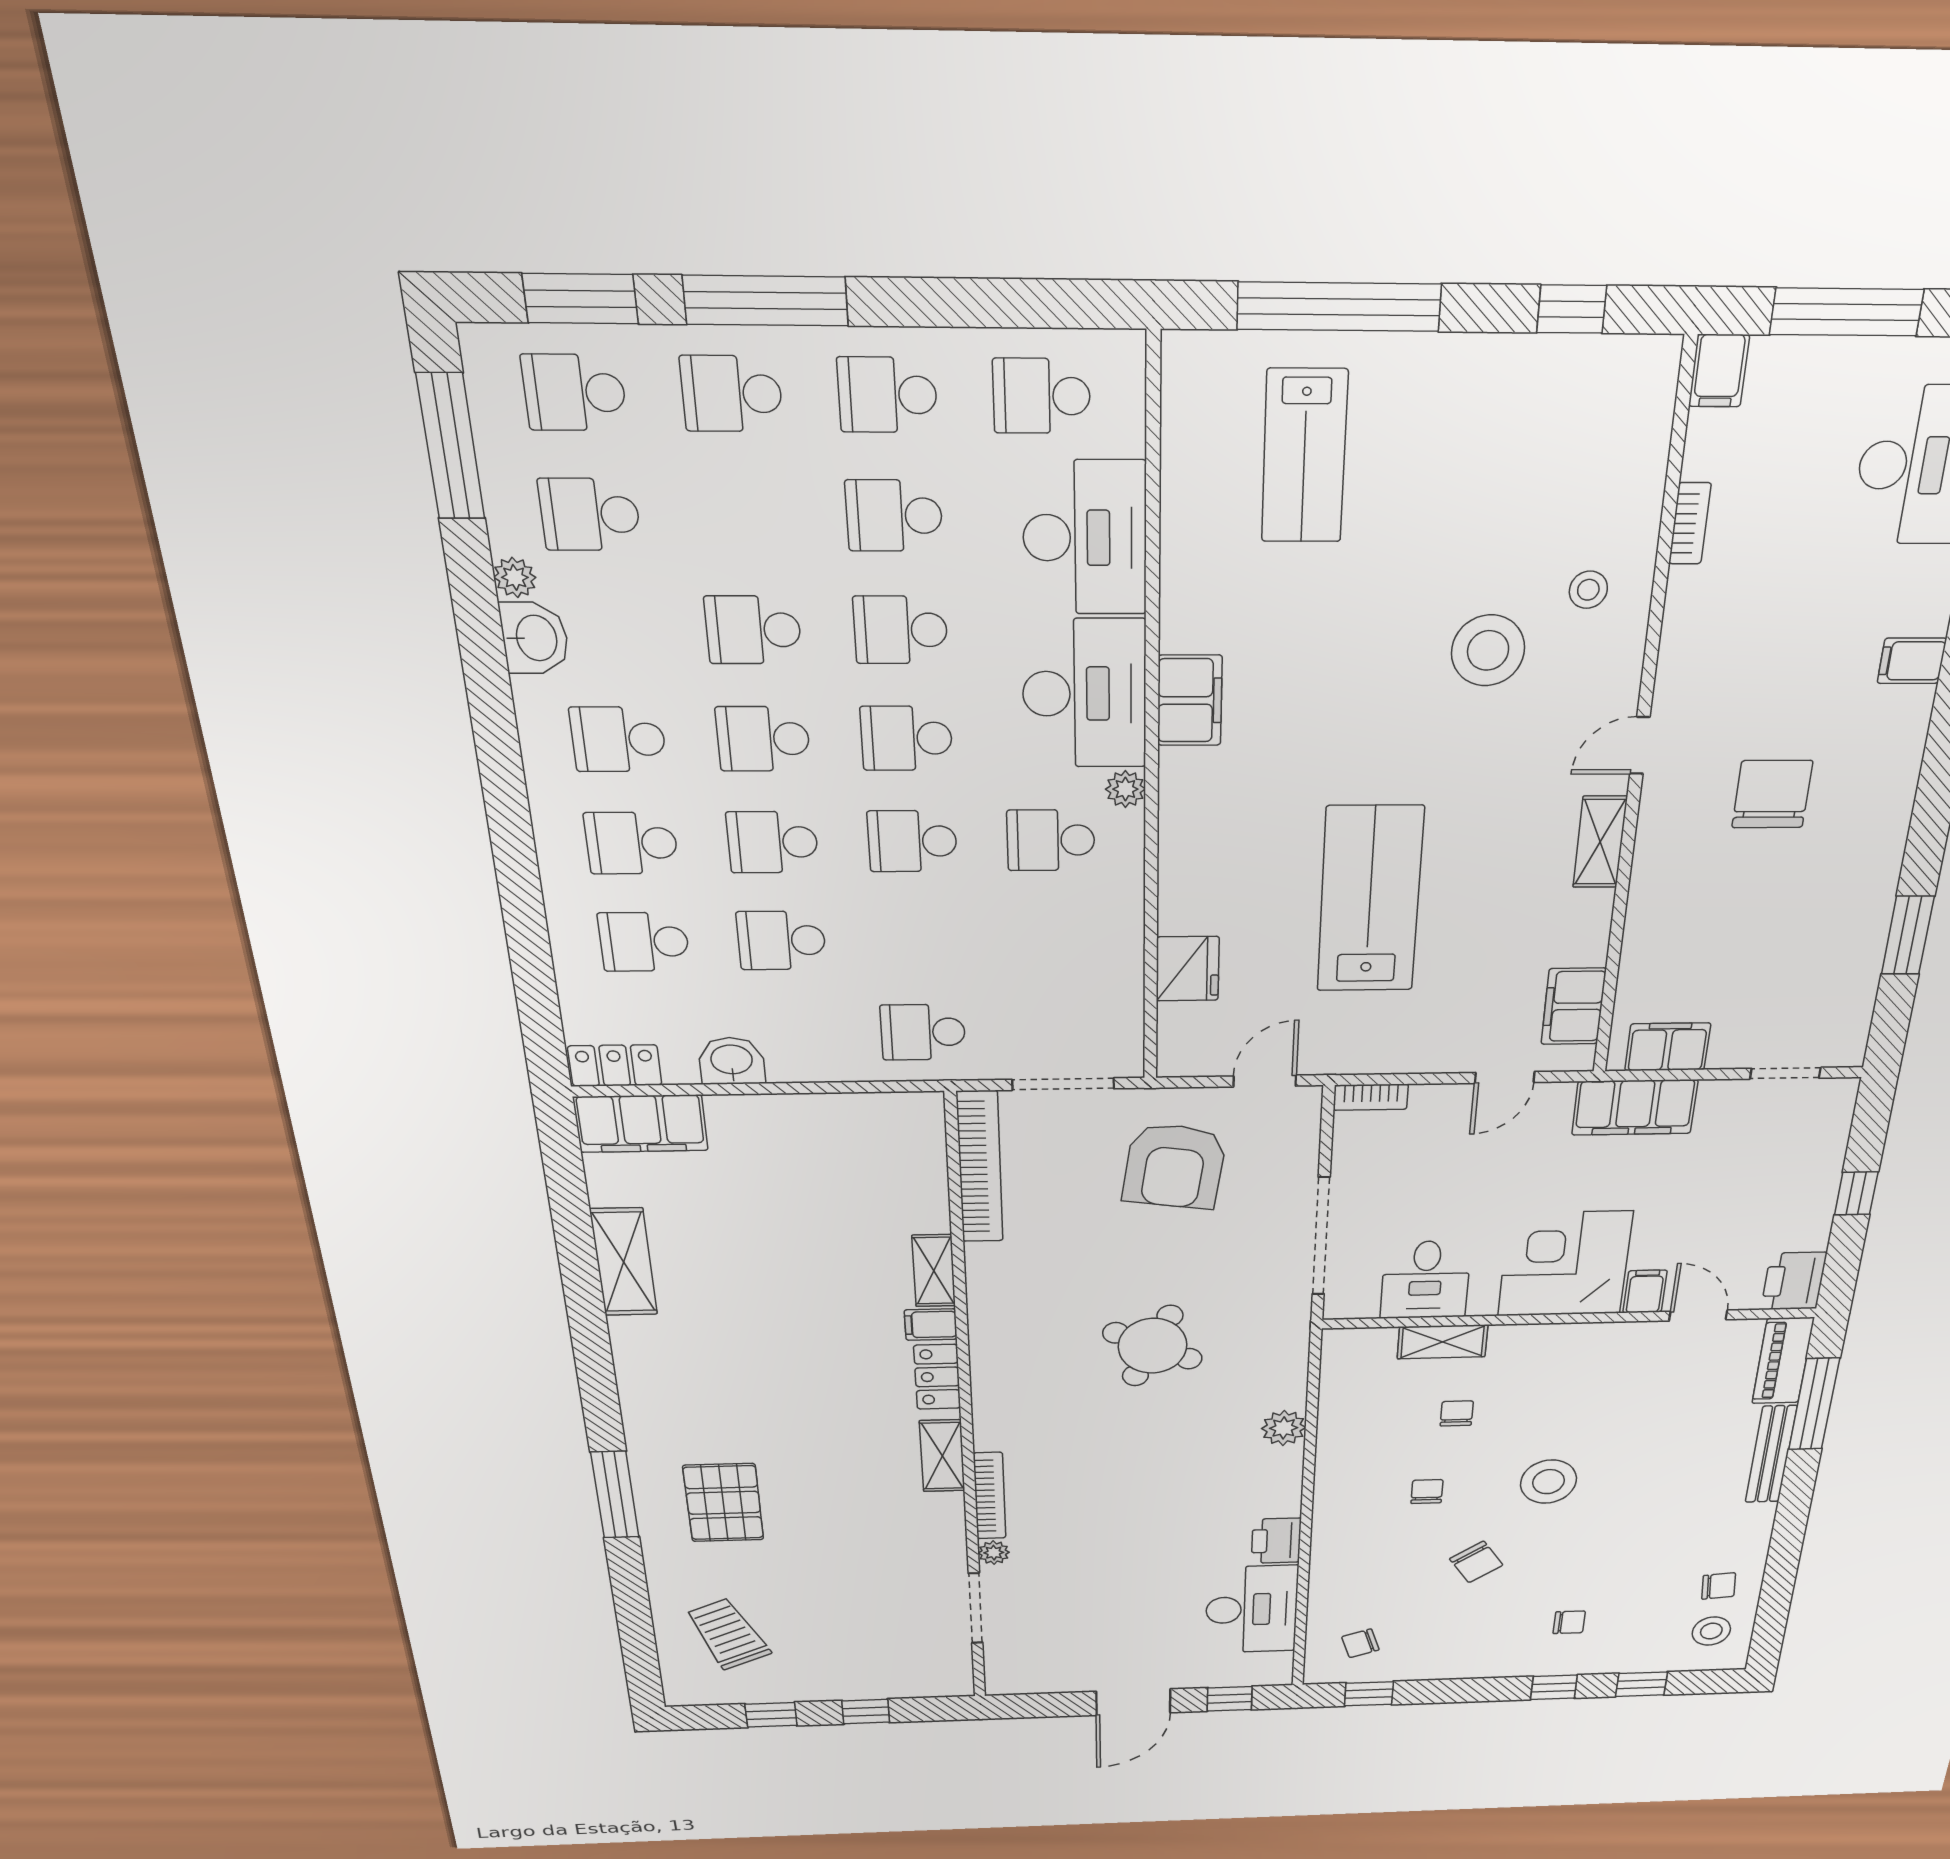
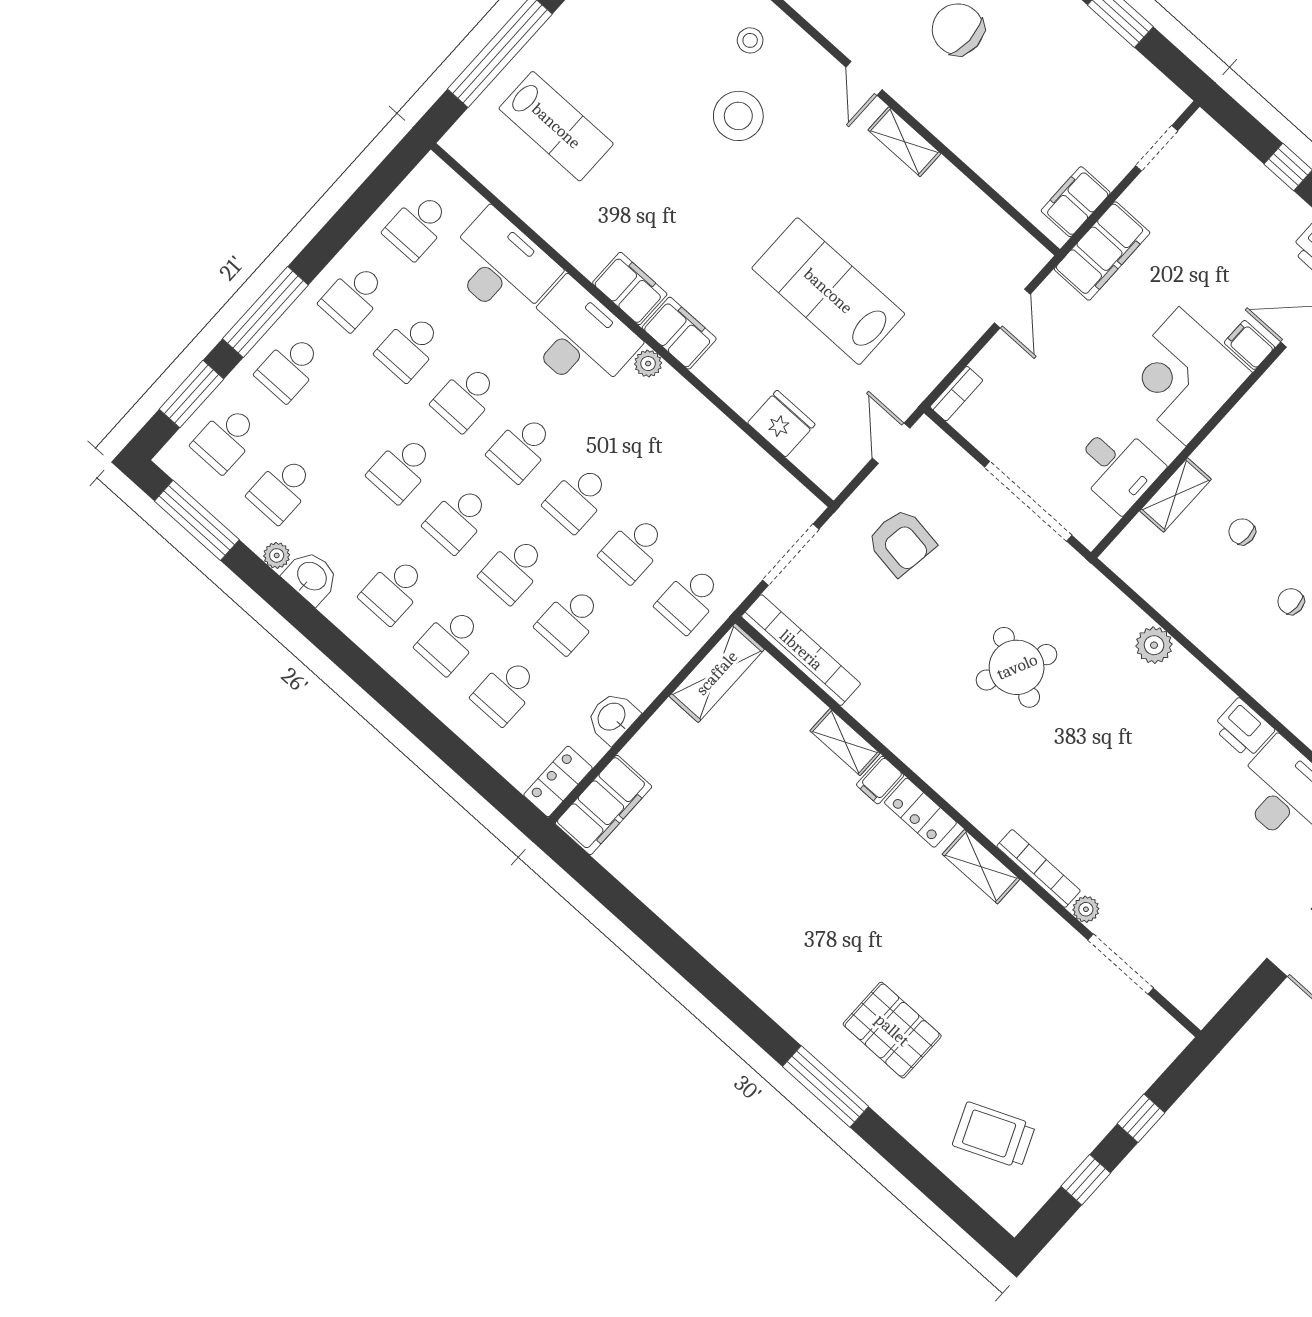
school desk: (1051, 840) -> (633, 549), moved
filing cabinet: (1574, 1006) -> (679, 333), moved, turned 180
armchair: (1174, 1166) -> (901, 542), width x0.73, depth x0.73
shelving: (624, 1262) -> (717, 673), moved, turned 90

